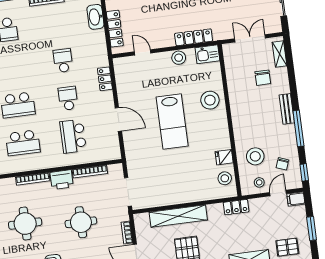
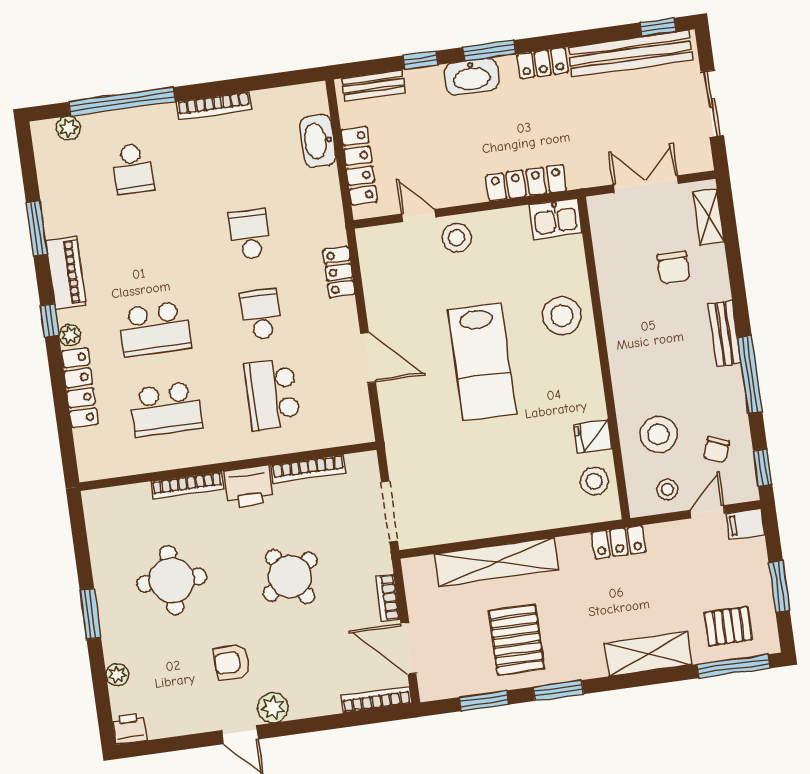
stool: (179, 58) -> (457, 238), moved
round table: (81, 222) -> (290, 577), turned -33

